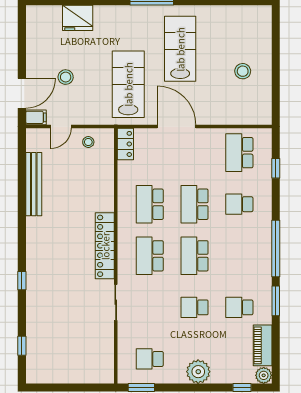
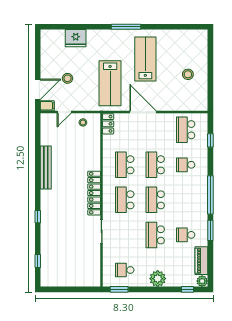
lab bench: (128, 84) -> (110, 83), turned 180
bench: (34, 184) -> (46, 168), moved
school desk: (195, 307) -> (155, 235), width x1.85

